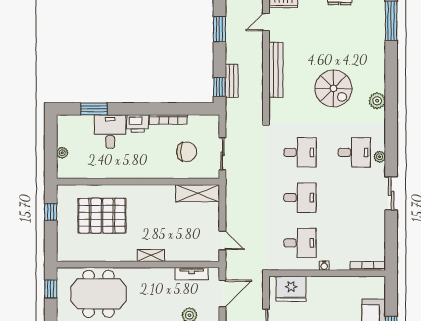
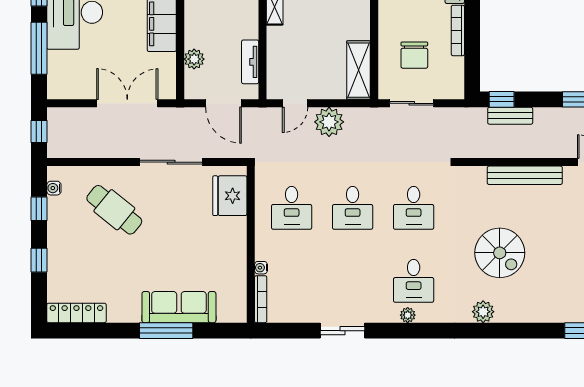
spiral stairs: (333, 88) -> (500, 253), turned -90
sliding door: (391, 193) -> (343, 331), moved
plant: (236, 215) -> (329, 122), added
water cooler: (324, 266) -> (261, 268), moved

